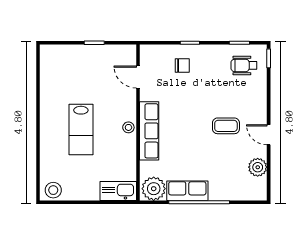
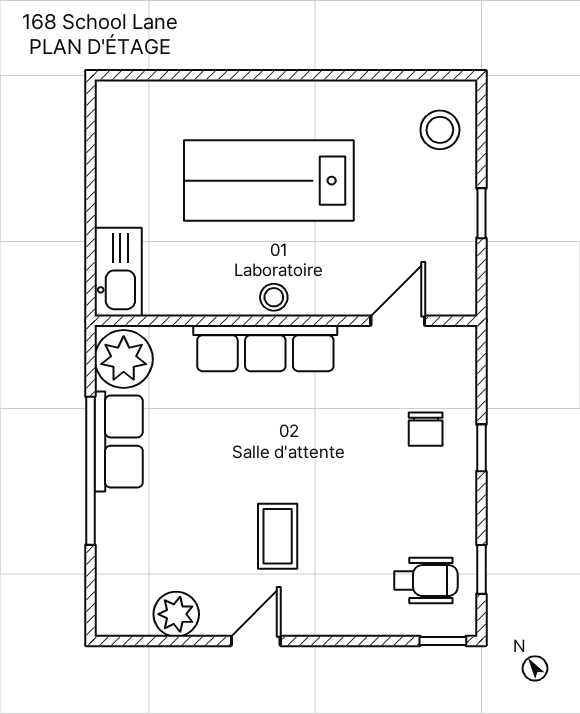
wheelchair: (244, 65) -> (426, 581), turned 90
lab bench: (81, 129) -> (269, 181), width x1.36, depth x1.39
stool: (53, 190) -> (440, 130), moved

